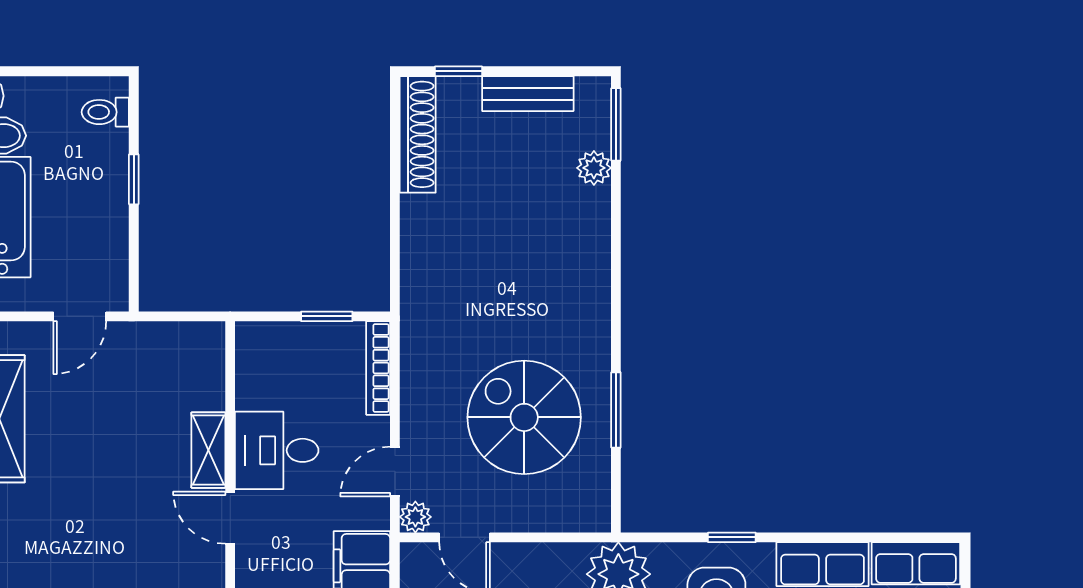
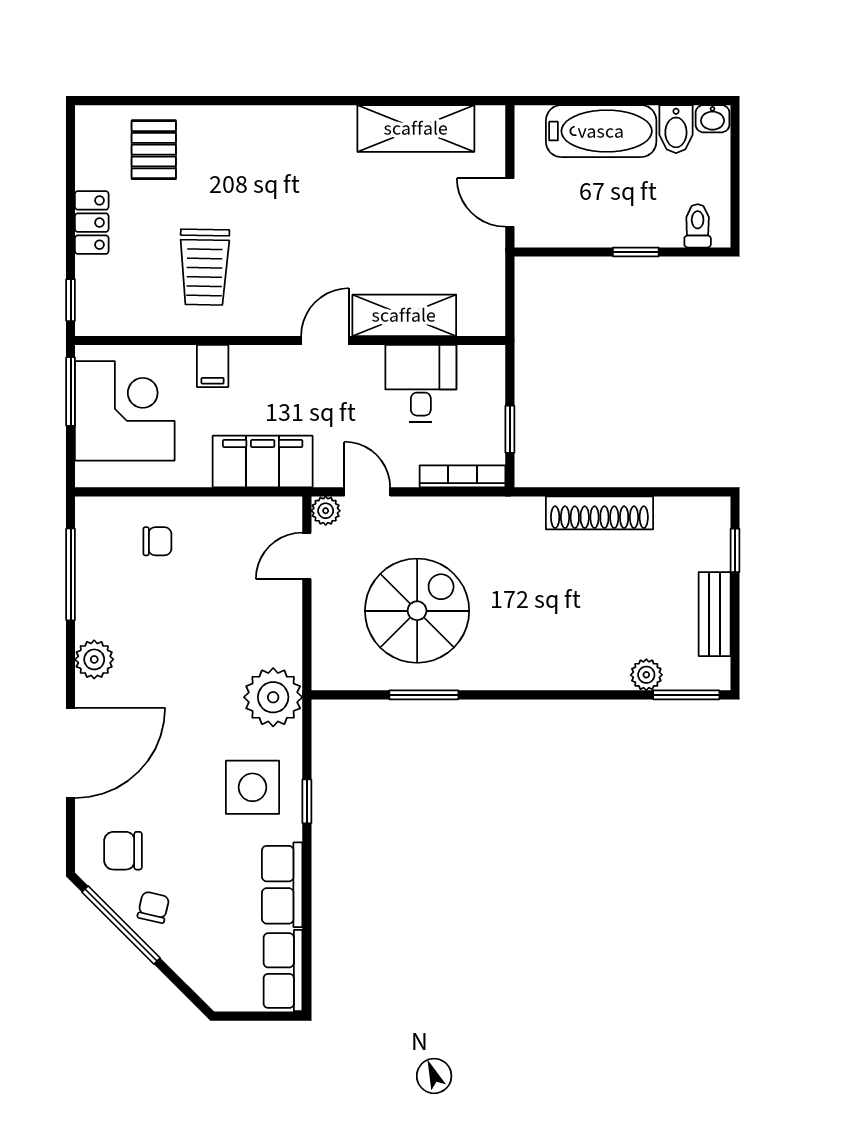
shoe rack: (418, 134) -> (599, 513), moved
shelving: (208, 450) -> (404, 315), width x1.50, depth x1.33
desk: (277, 450) -> (421, 383), moved

